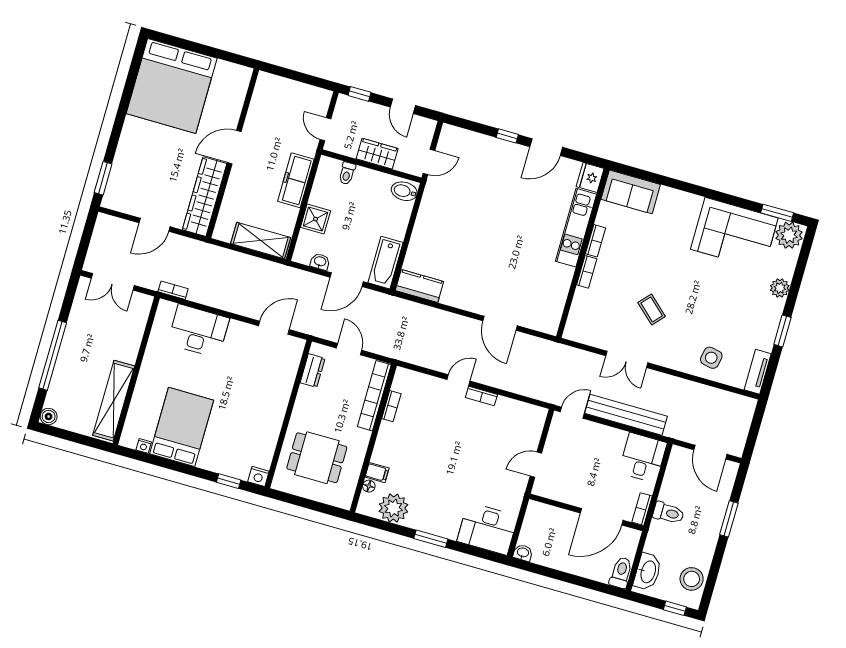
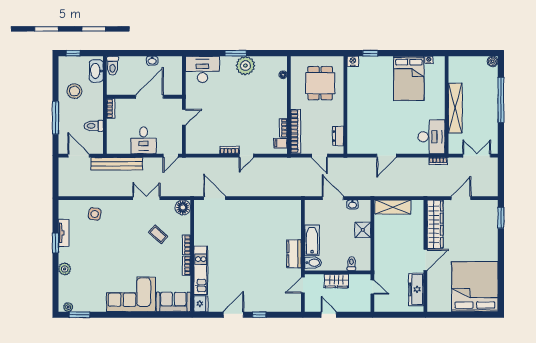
window: (359, 94) -> (358, 315), removed
freezer: (296, 180) -> (416, 289), moved, turned 180
corner sofa: (734, 234) -> (131, 294), moved
plant: (789, 235) -> (68, 307), width x0.53, depth x0.53
bathtub: (386, 263) -> (312, 240), moved
door: (347, 280) -> (333, 198), hinge flipped
kitchen counter: (419, 286) -> (294, 254), moved, turned 90
coffee table: (652, 309) -> (158, 234), moved
door: (500, 323) -> (215, 198), moved
door: (274, 328) -> (387, 156), moved
floor lamp: (576, 330) -> (183, 207), added
desk: (198, 331) -> (431, 137), moved, turned -90
tv unit: (758, 372) -> (64, 233), moved
shelving: (114, 401) -> (455, 108), moved
bench: (626, 415) -> (117, 164), moved
dining table: (317, 458) -> (320, 83), turned 90
desk: (643, 458) -> (143, 140), moved
filing cabinet: (377, 473) -> (280, 143), moved
plant: (393, 508) -> (245, 66), moved
toilet: (668, 513) -> (94, 126), moved
door: (602, 517) -> (149, 97), moved
window: (729, 519) -> (55, 118), width x1.44
washbasin: (523, 553) -> (152, 61), moved
stool: (692, 579) -> (74, 91), moved

